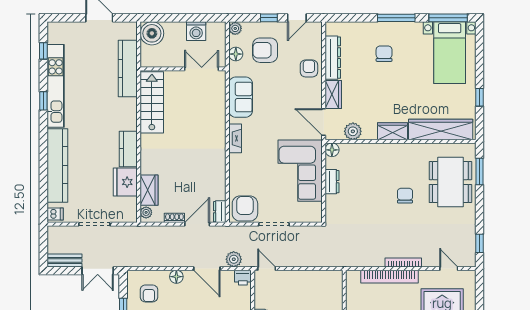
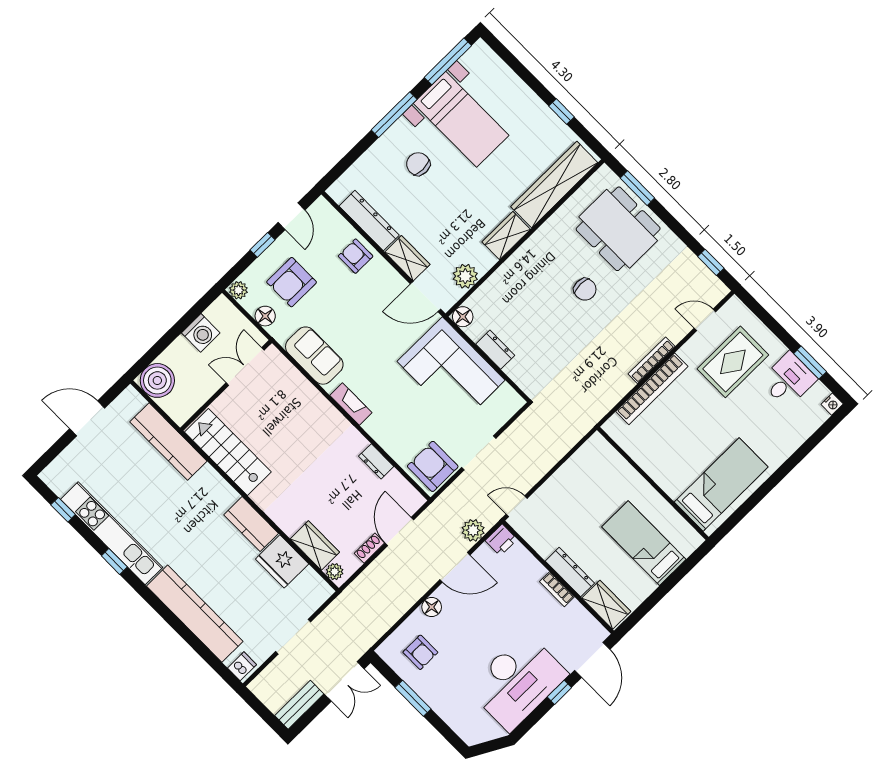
bed with nightstands: (450, 53) -> (461, 119), moved
chair: (405, 196) -> (585, 289), turned 180
dresser: (220, 212) -> (376, 461), moved

